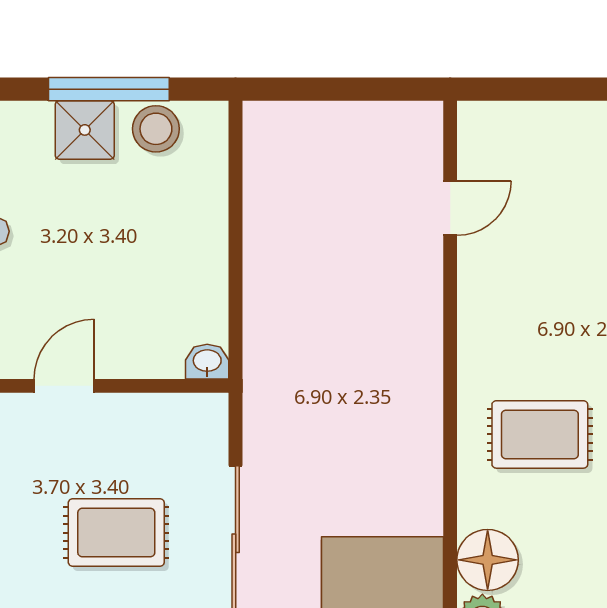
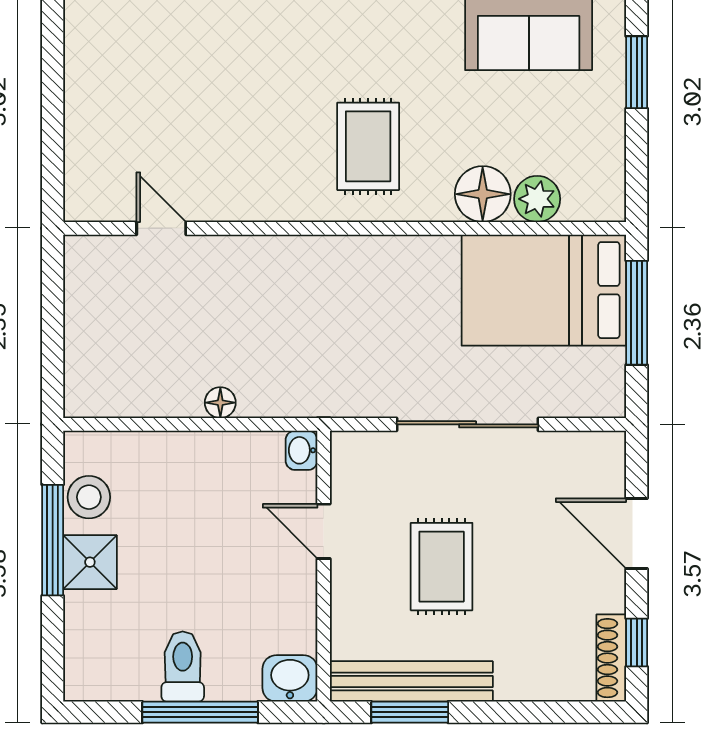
floor lamp: (259, 273) -> (220, 403), added
door: (64, 386) -> (324, 531), moved
rug: (116, 533) -> (442, 567), moved

